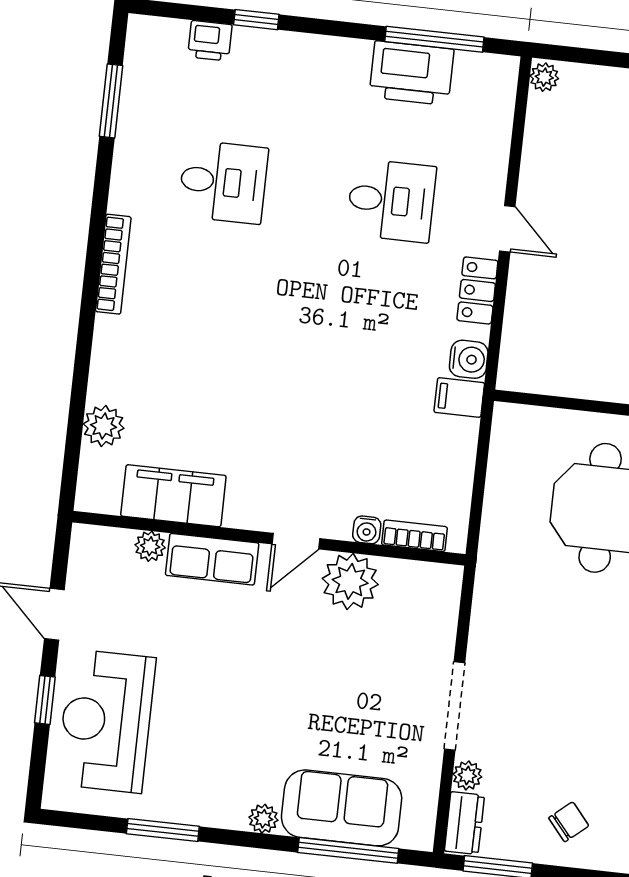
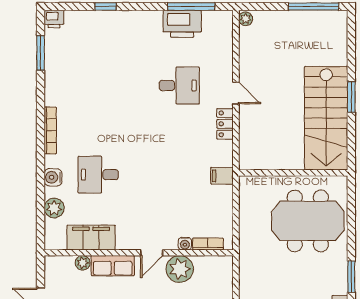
printer: (210, 41) -> (54, 19), moved
desk: (223, 182) -> (98, 175), moved, turned 180
water cooler: (469, 359) -> (53, 177), moved, turned 180

